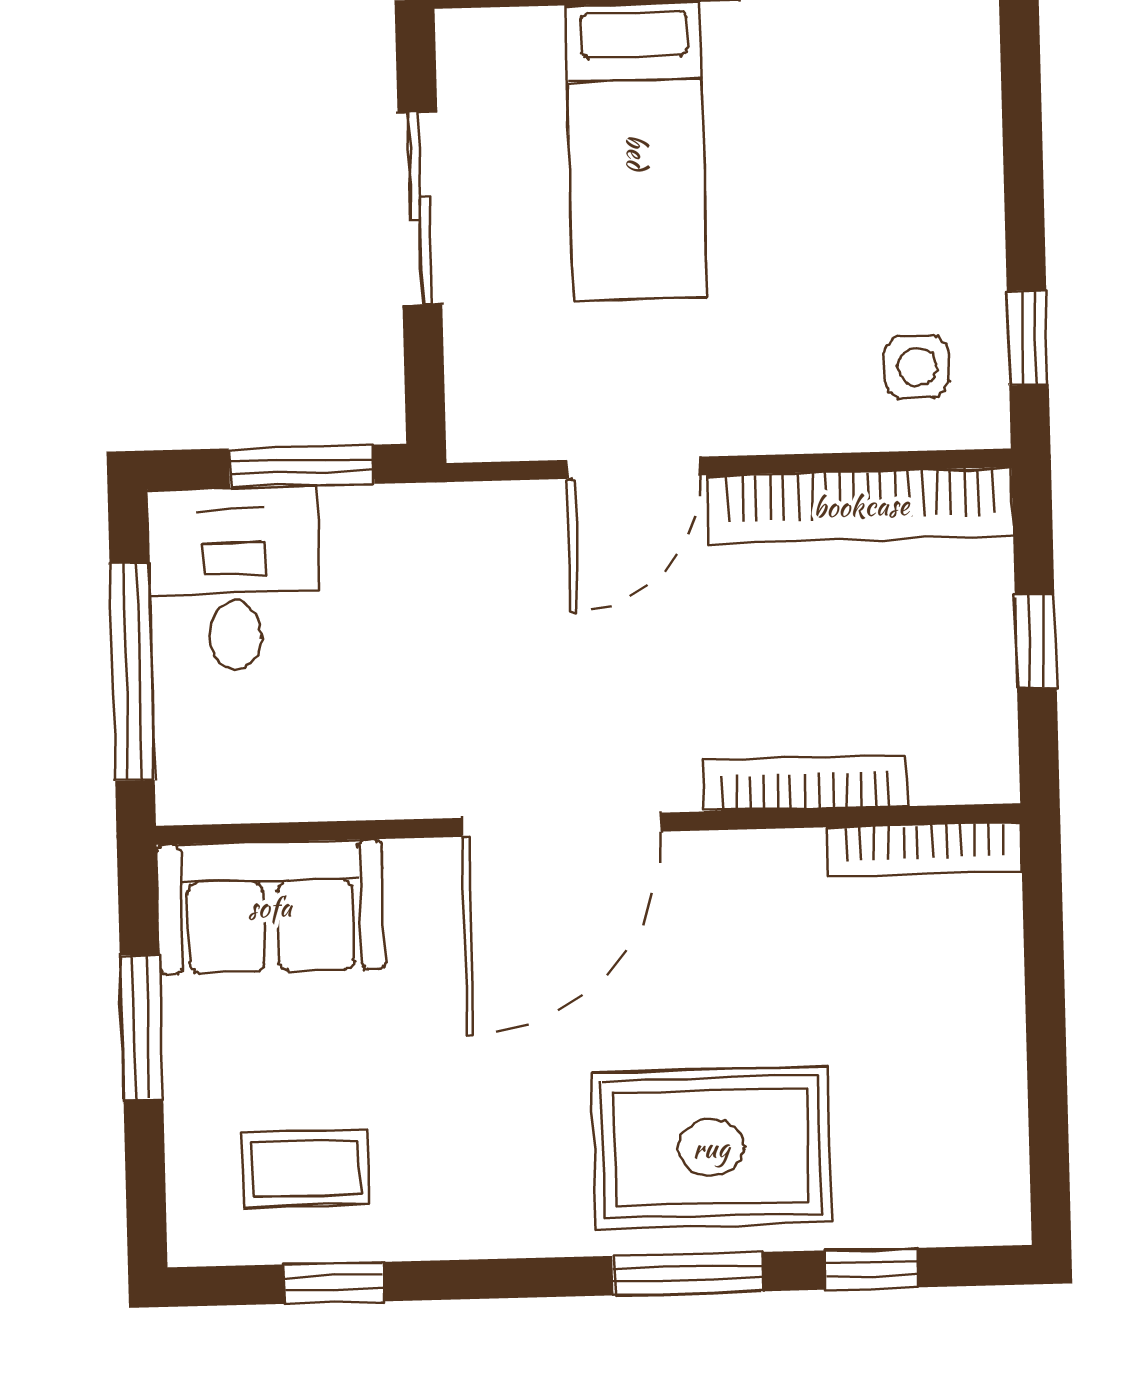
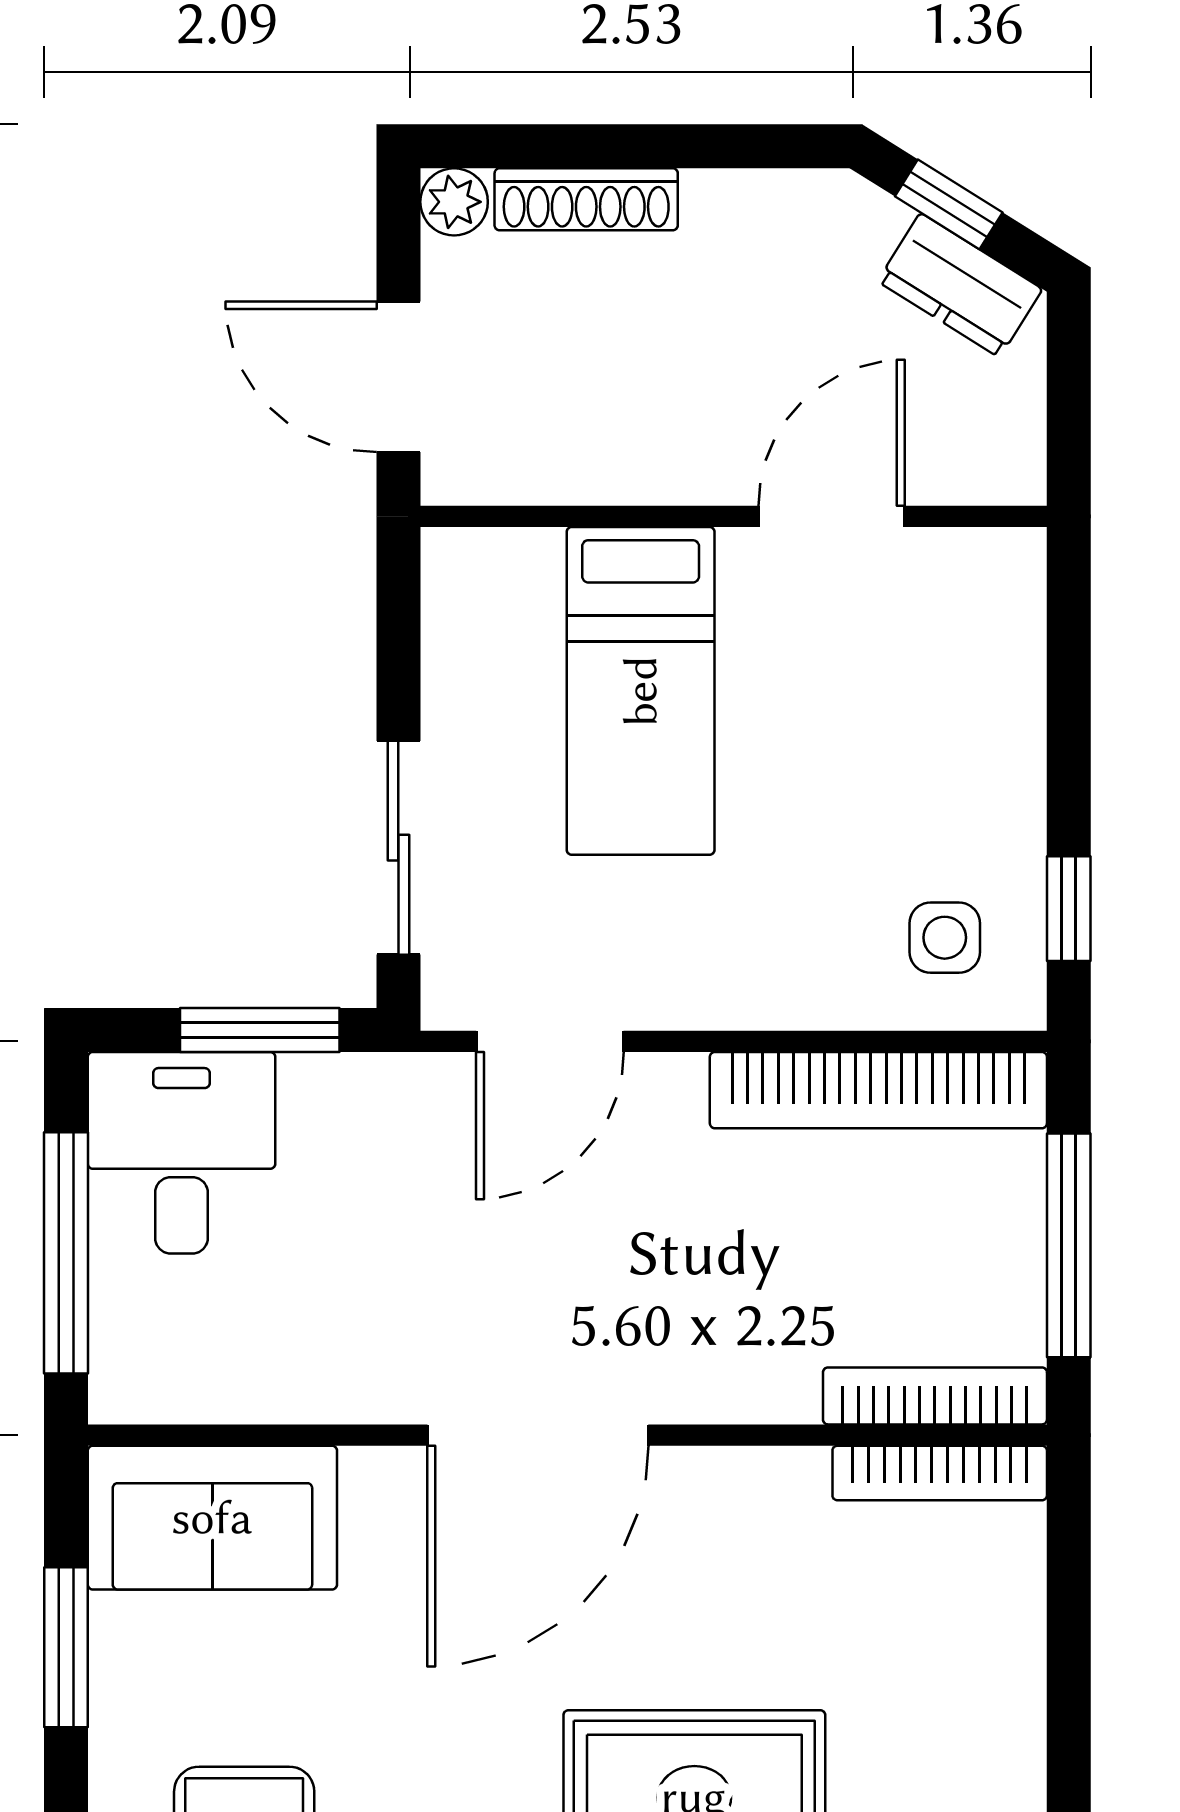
sliding door: (420, 208) -> (398, 848), moved
door: (633, 468) -> (550, 1041), moved
window: (1036, 641) -> (1069, 1245), width x2.17
bookcase: (805, 783) -> (935, 1396), moved

